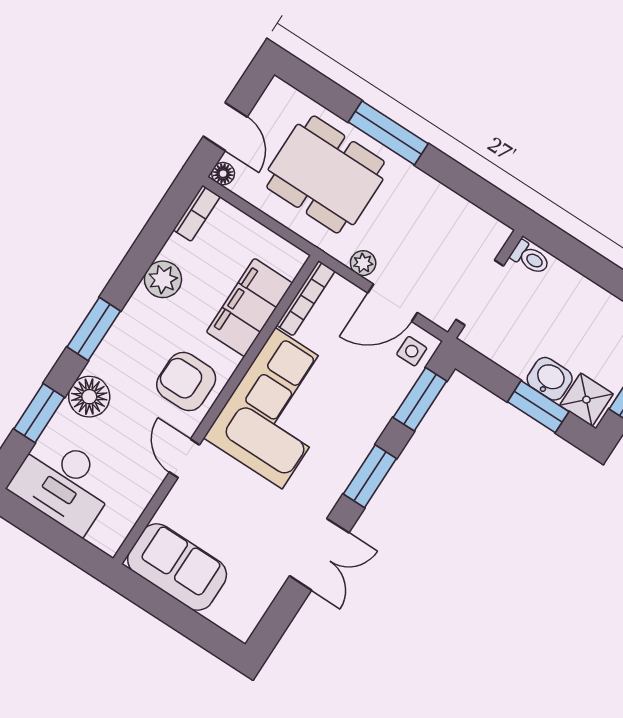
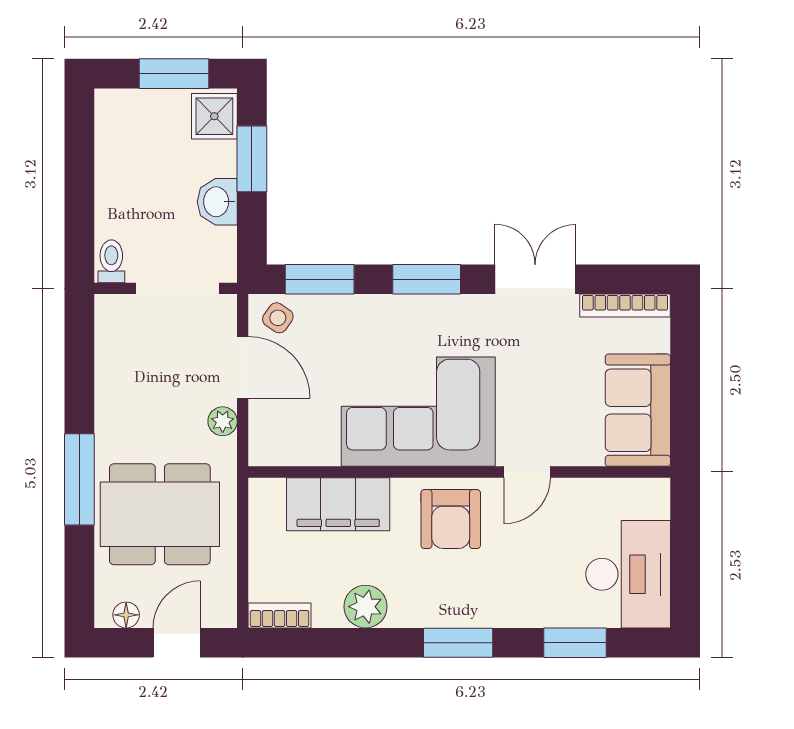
floor lamp: (223, 174) -> (126, 615), moved
dining table: (326, 174) -> (160, 514), turned 90
bookcase: (306, 298) -> (625, 306), moved, turned 180
side table: (412, 351) -> (278, 318), turned 35
washbasin: (550, 379) -> (217, 202), moved
floor lamp: (89, 397) -> (527, 604), removed

